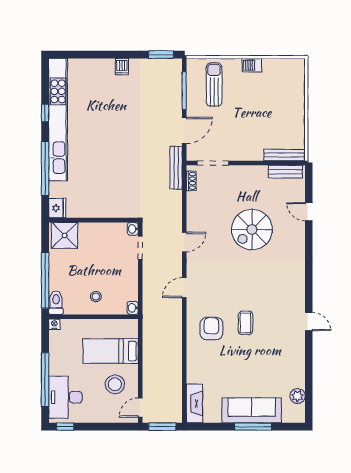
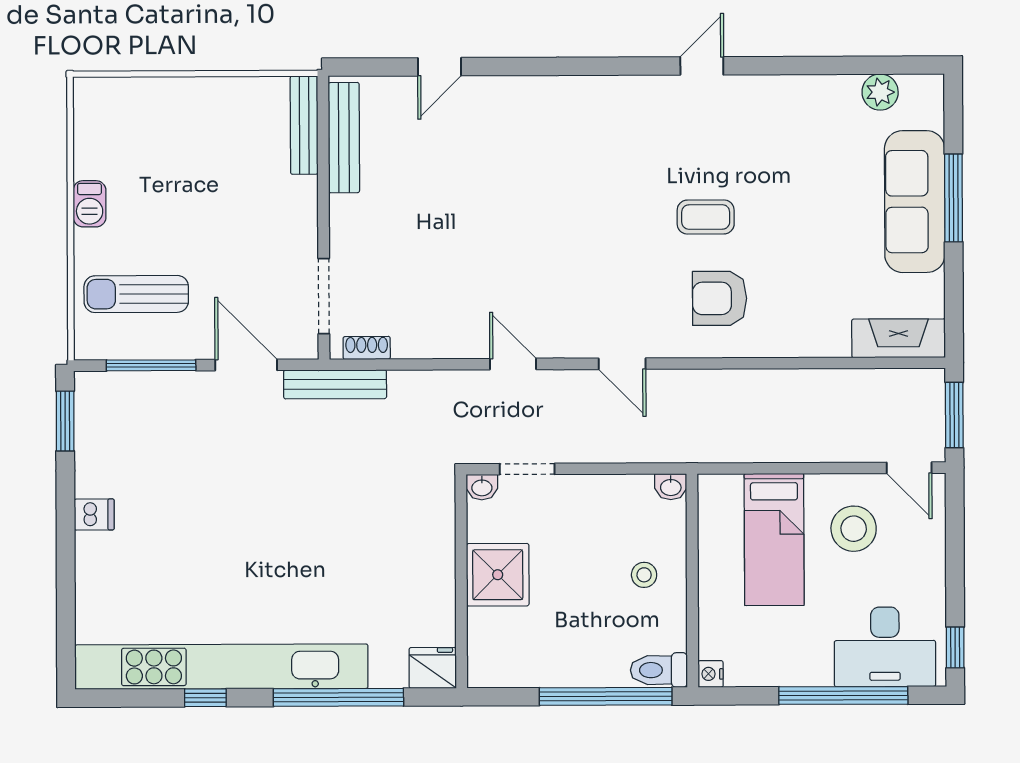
bench: (285, 172) -> (344, 138), width x1.36
spiral stairs: (252, 230) -> (483, 202), removed
shower: (65, 235) -> (498, 575), moved

